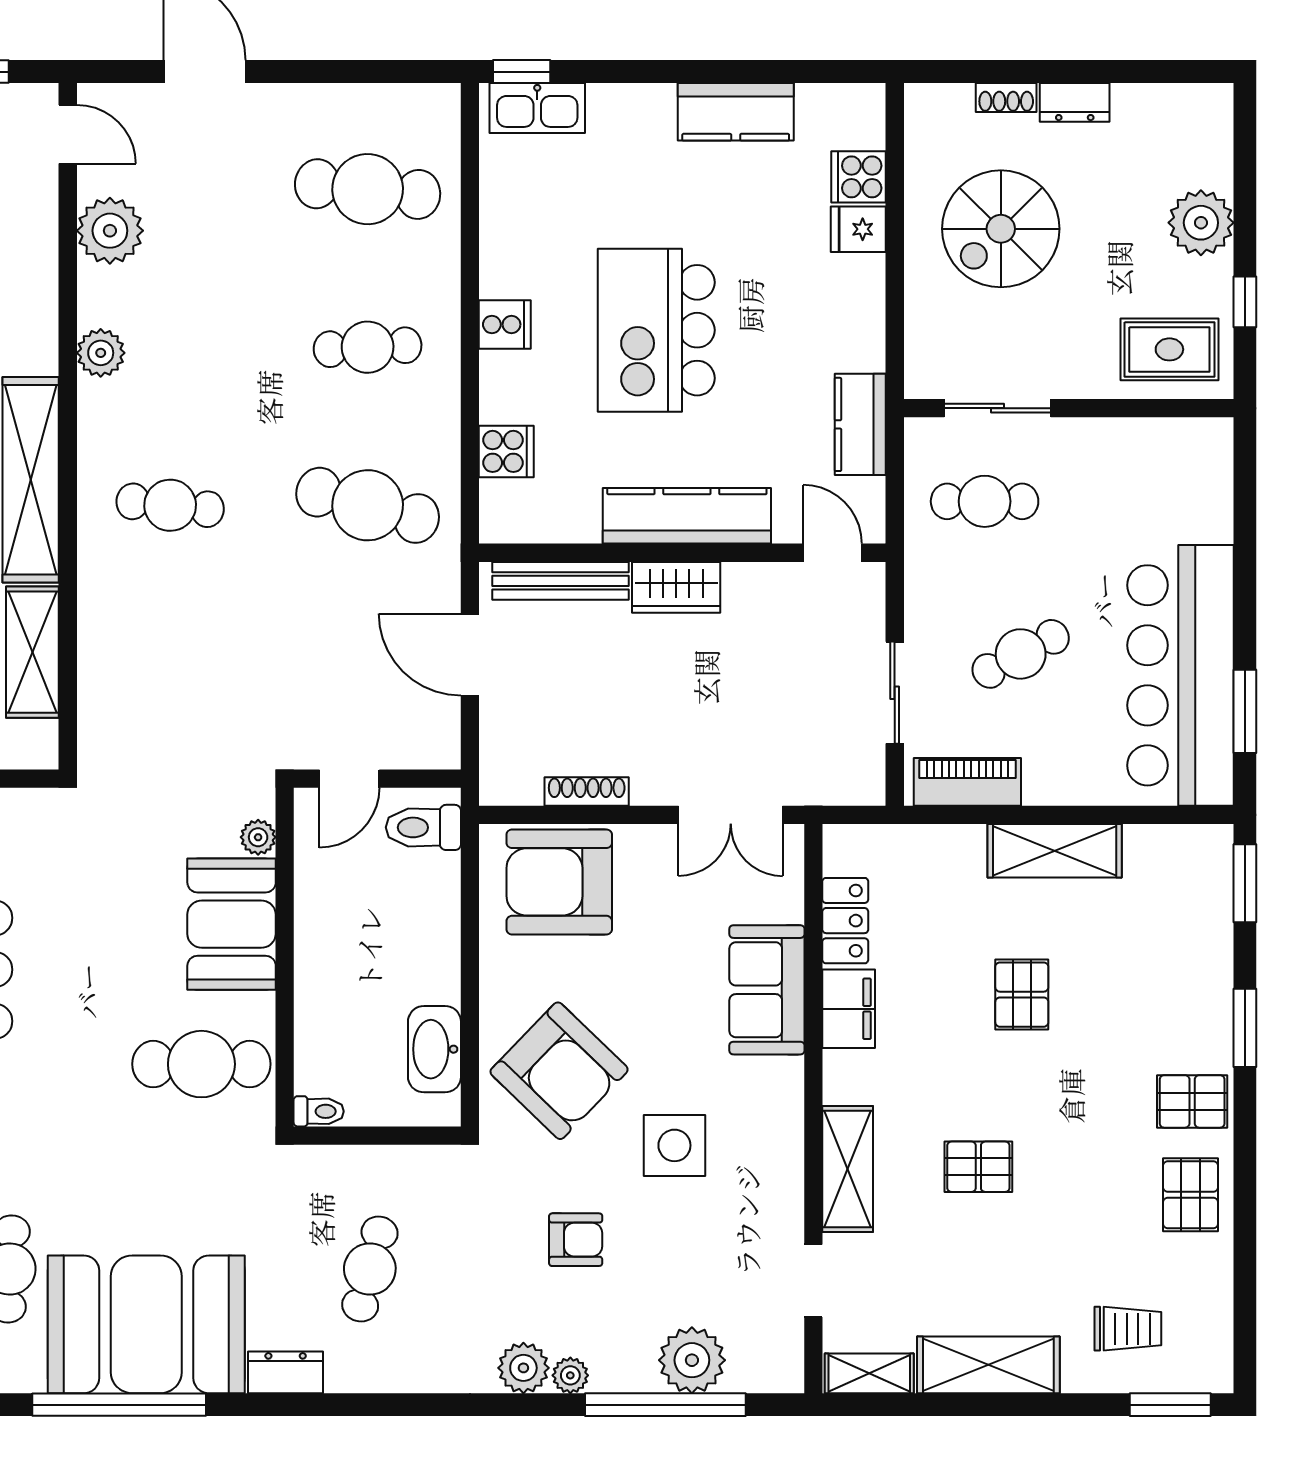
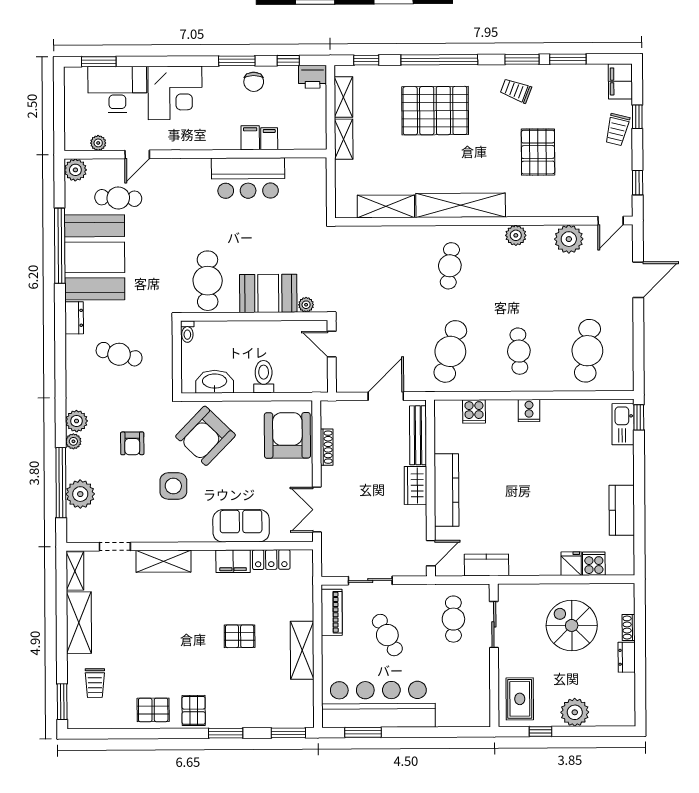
kitchen island: (656, 330) -> (527, 476), removed
toilet: (423, 827) -> (264, 377), moved
pallet: (978, 1167) -> (165, 618), removed

